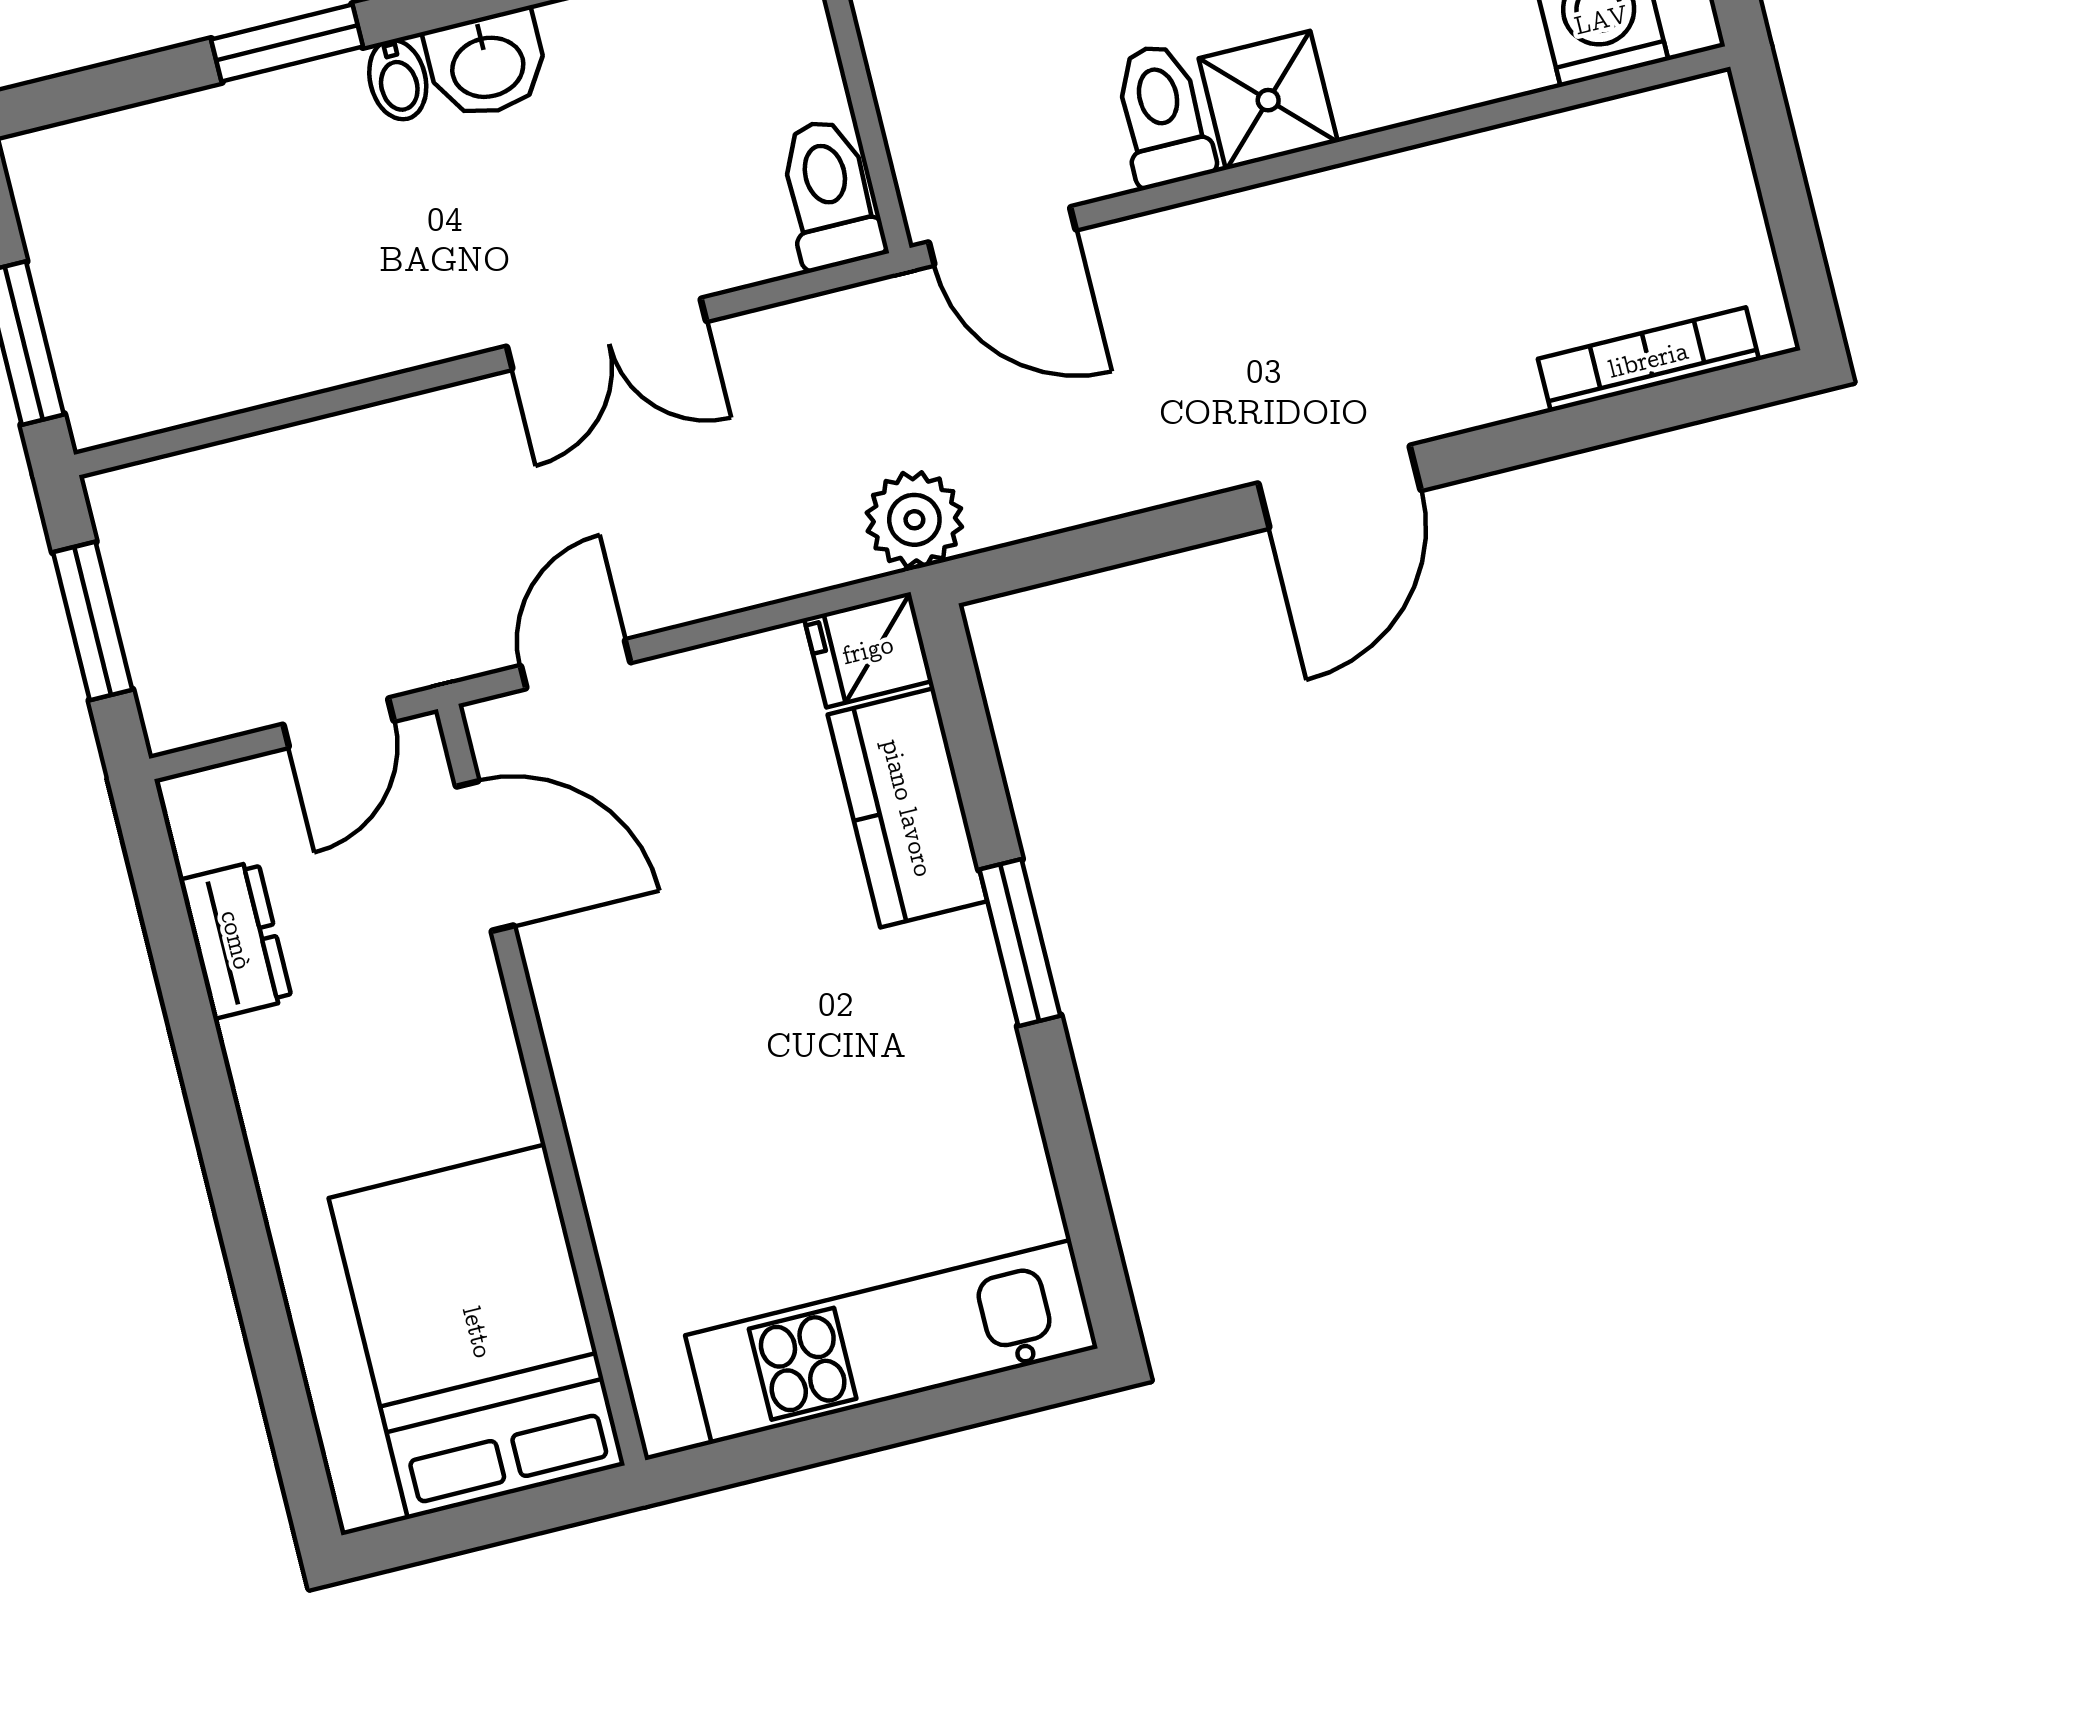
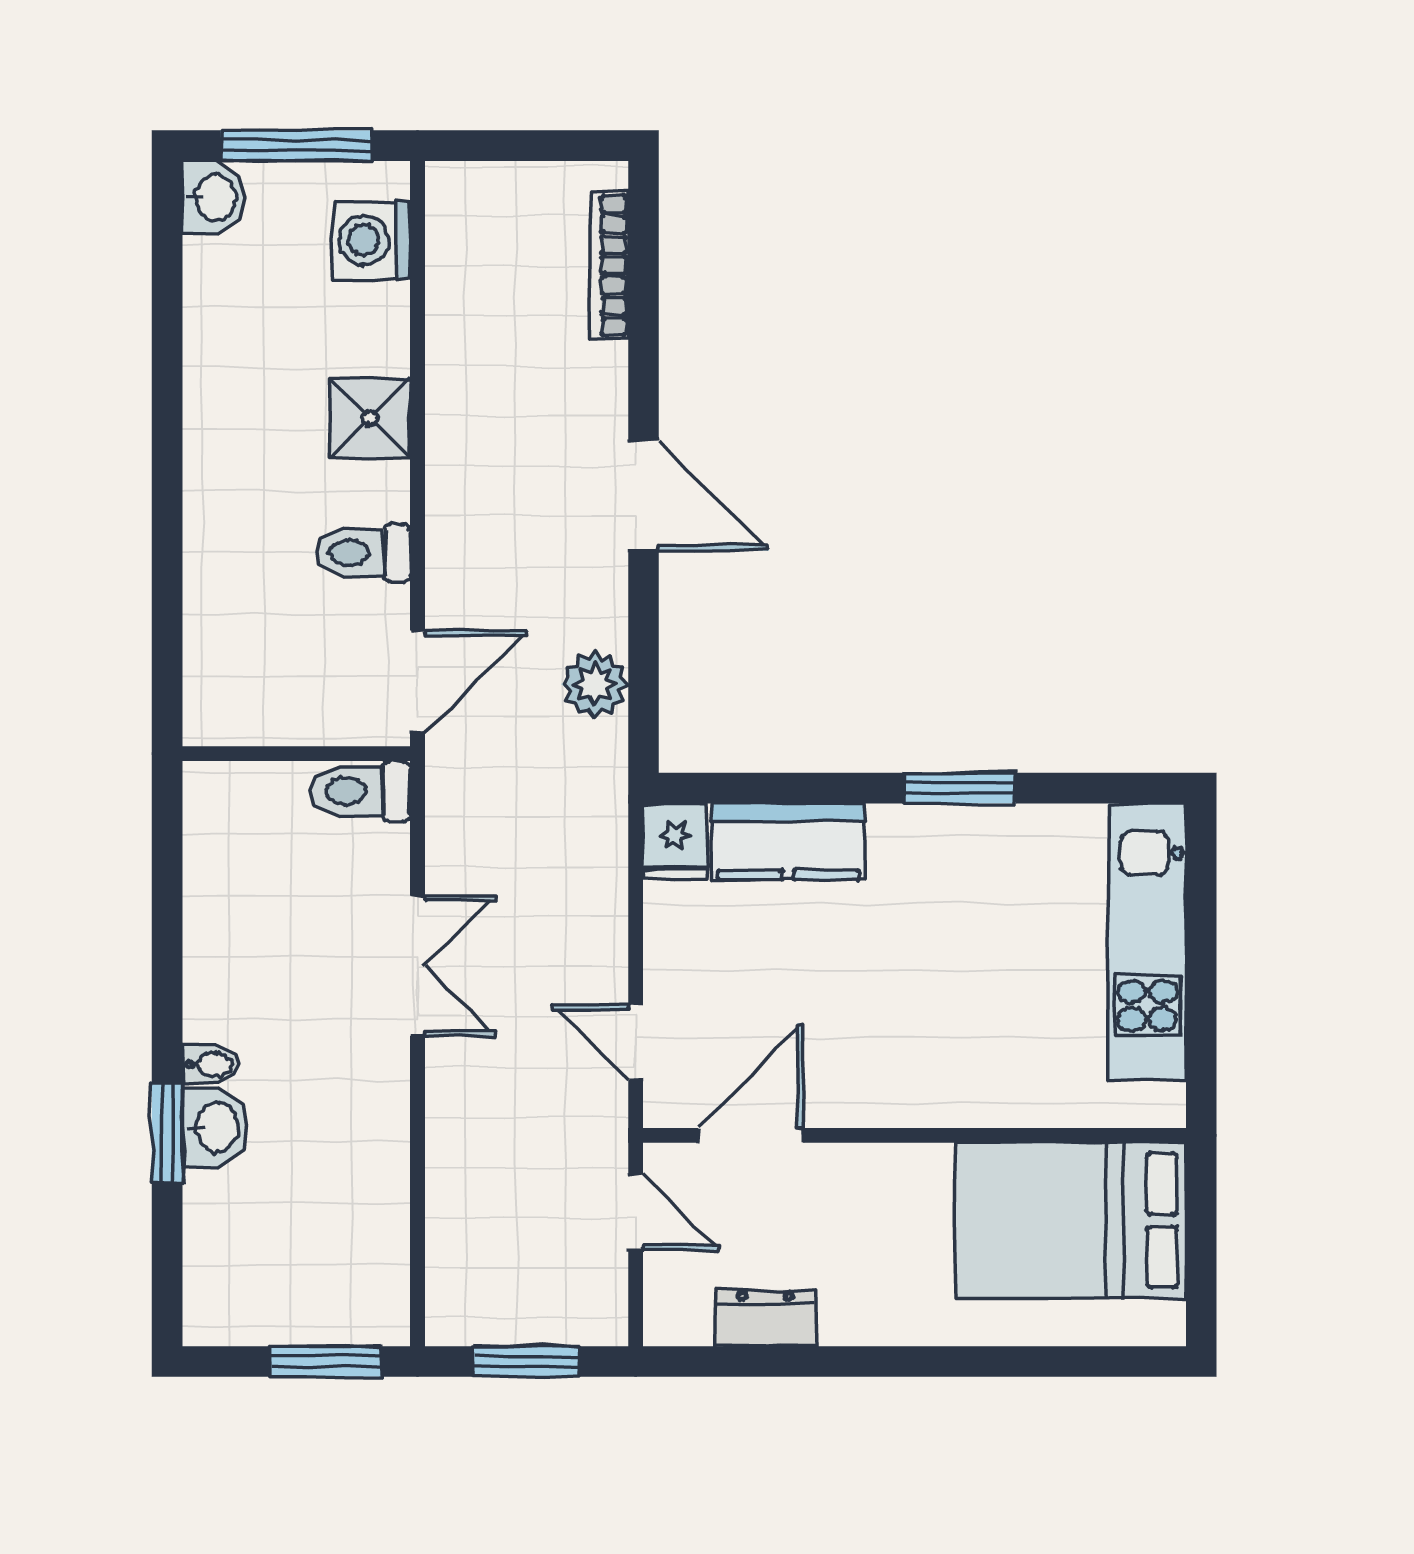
washbasin: (487, 65) -> (215, 1127), moved
shower: (1268, 100) -> (370, 418), moved
plant: (914, 520) -> (595, 684), moved
window: (1020, 943) -> (959, 788), moved

